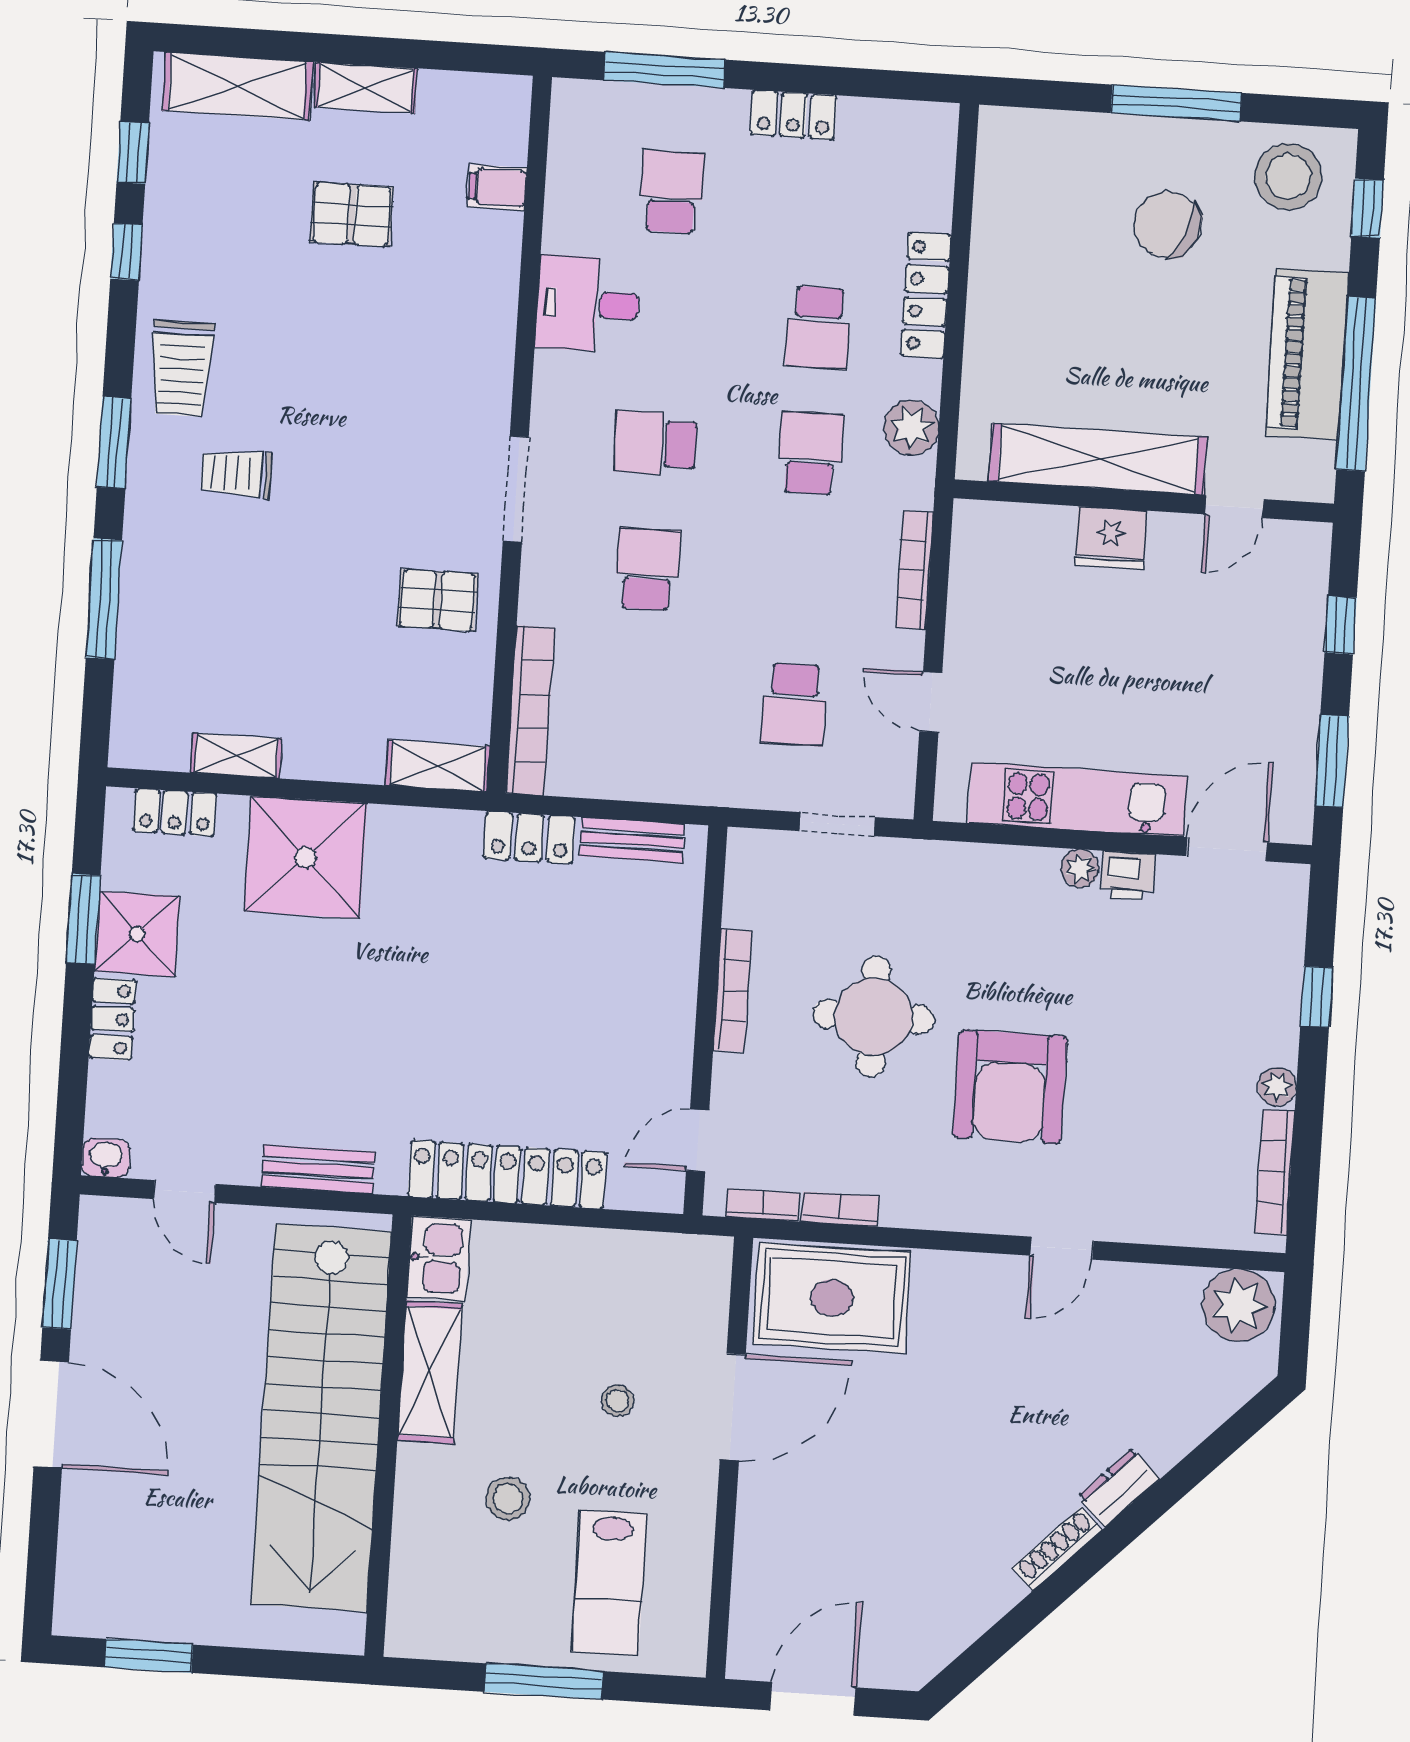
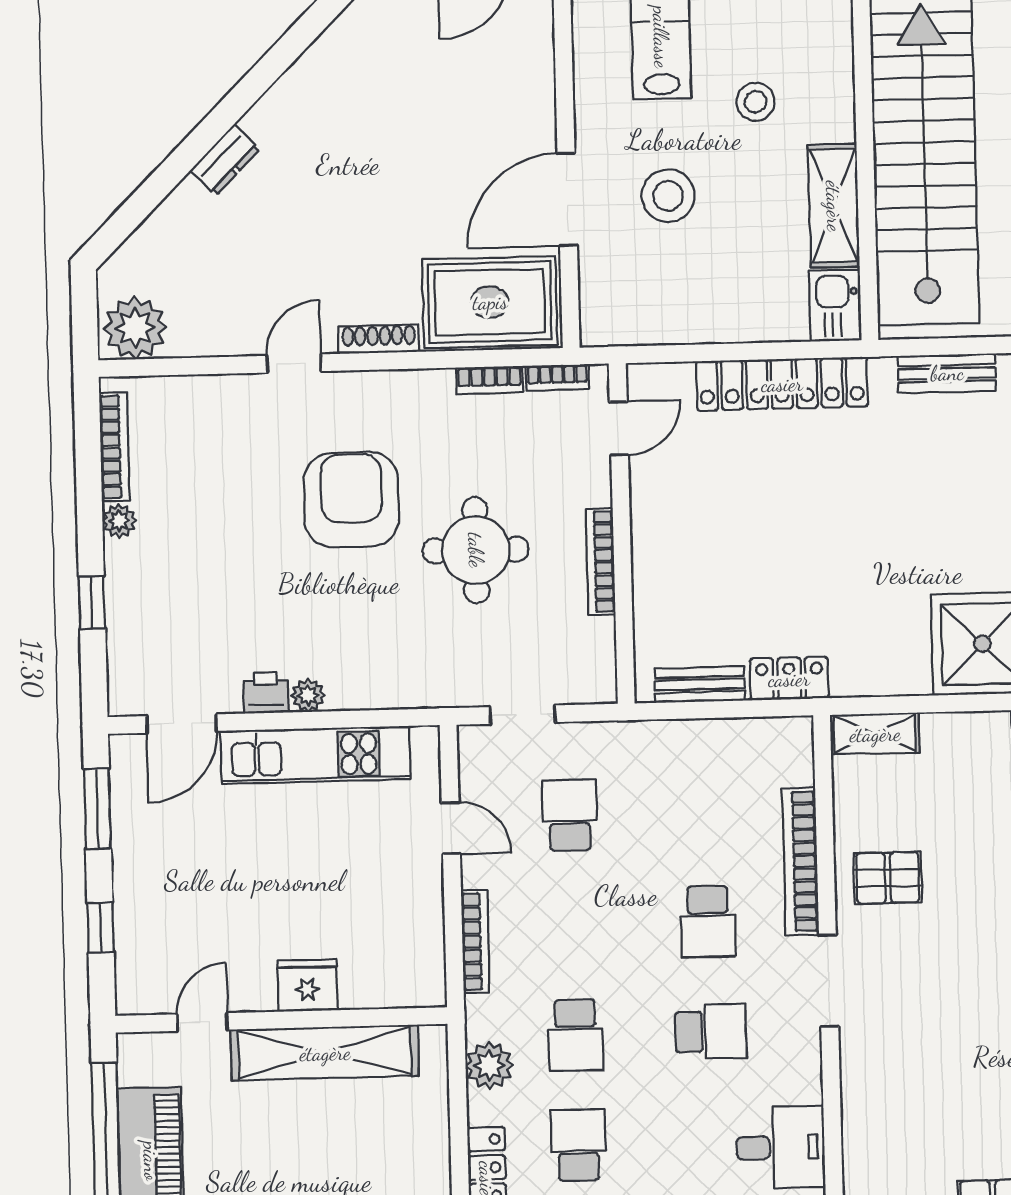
bookcase: (530, 710) -> (800, 861), moved
stool: (617, 1401) -> (668, 196), width x1.89, depth x1.89
shoe rack: (1057, 1549) -> (379, 339), moved, turned -135

